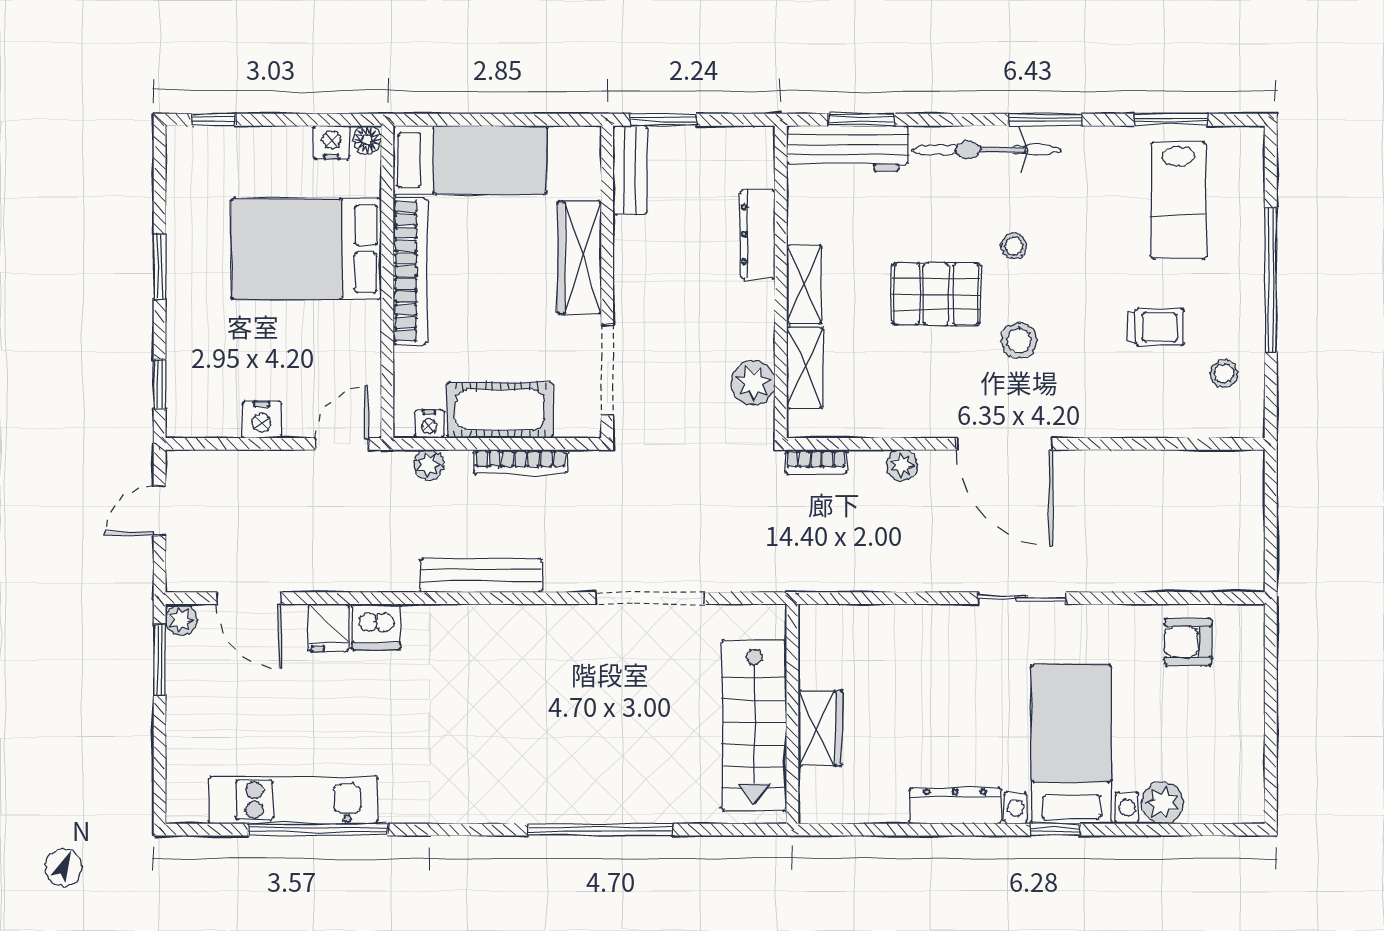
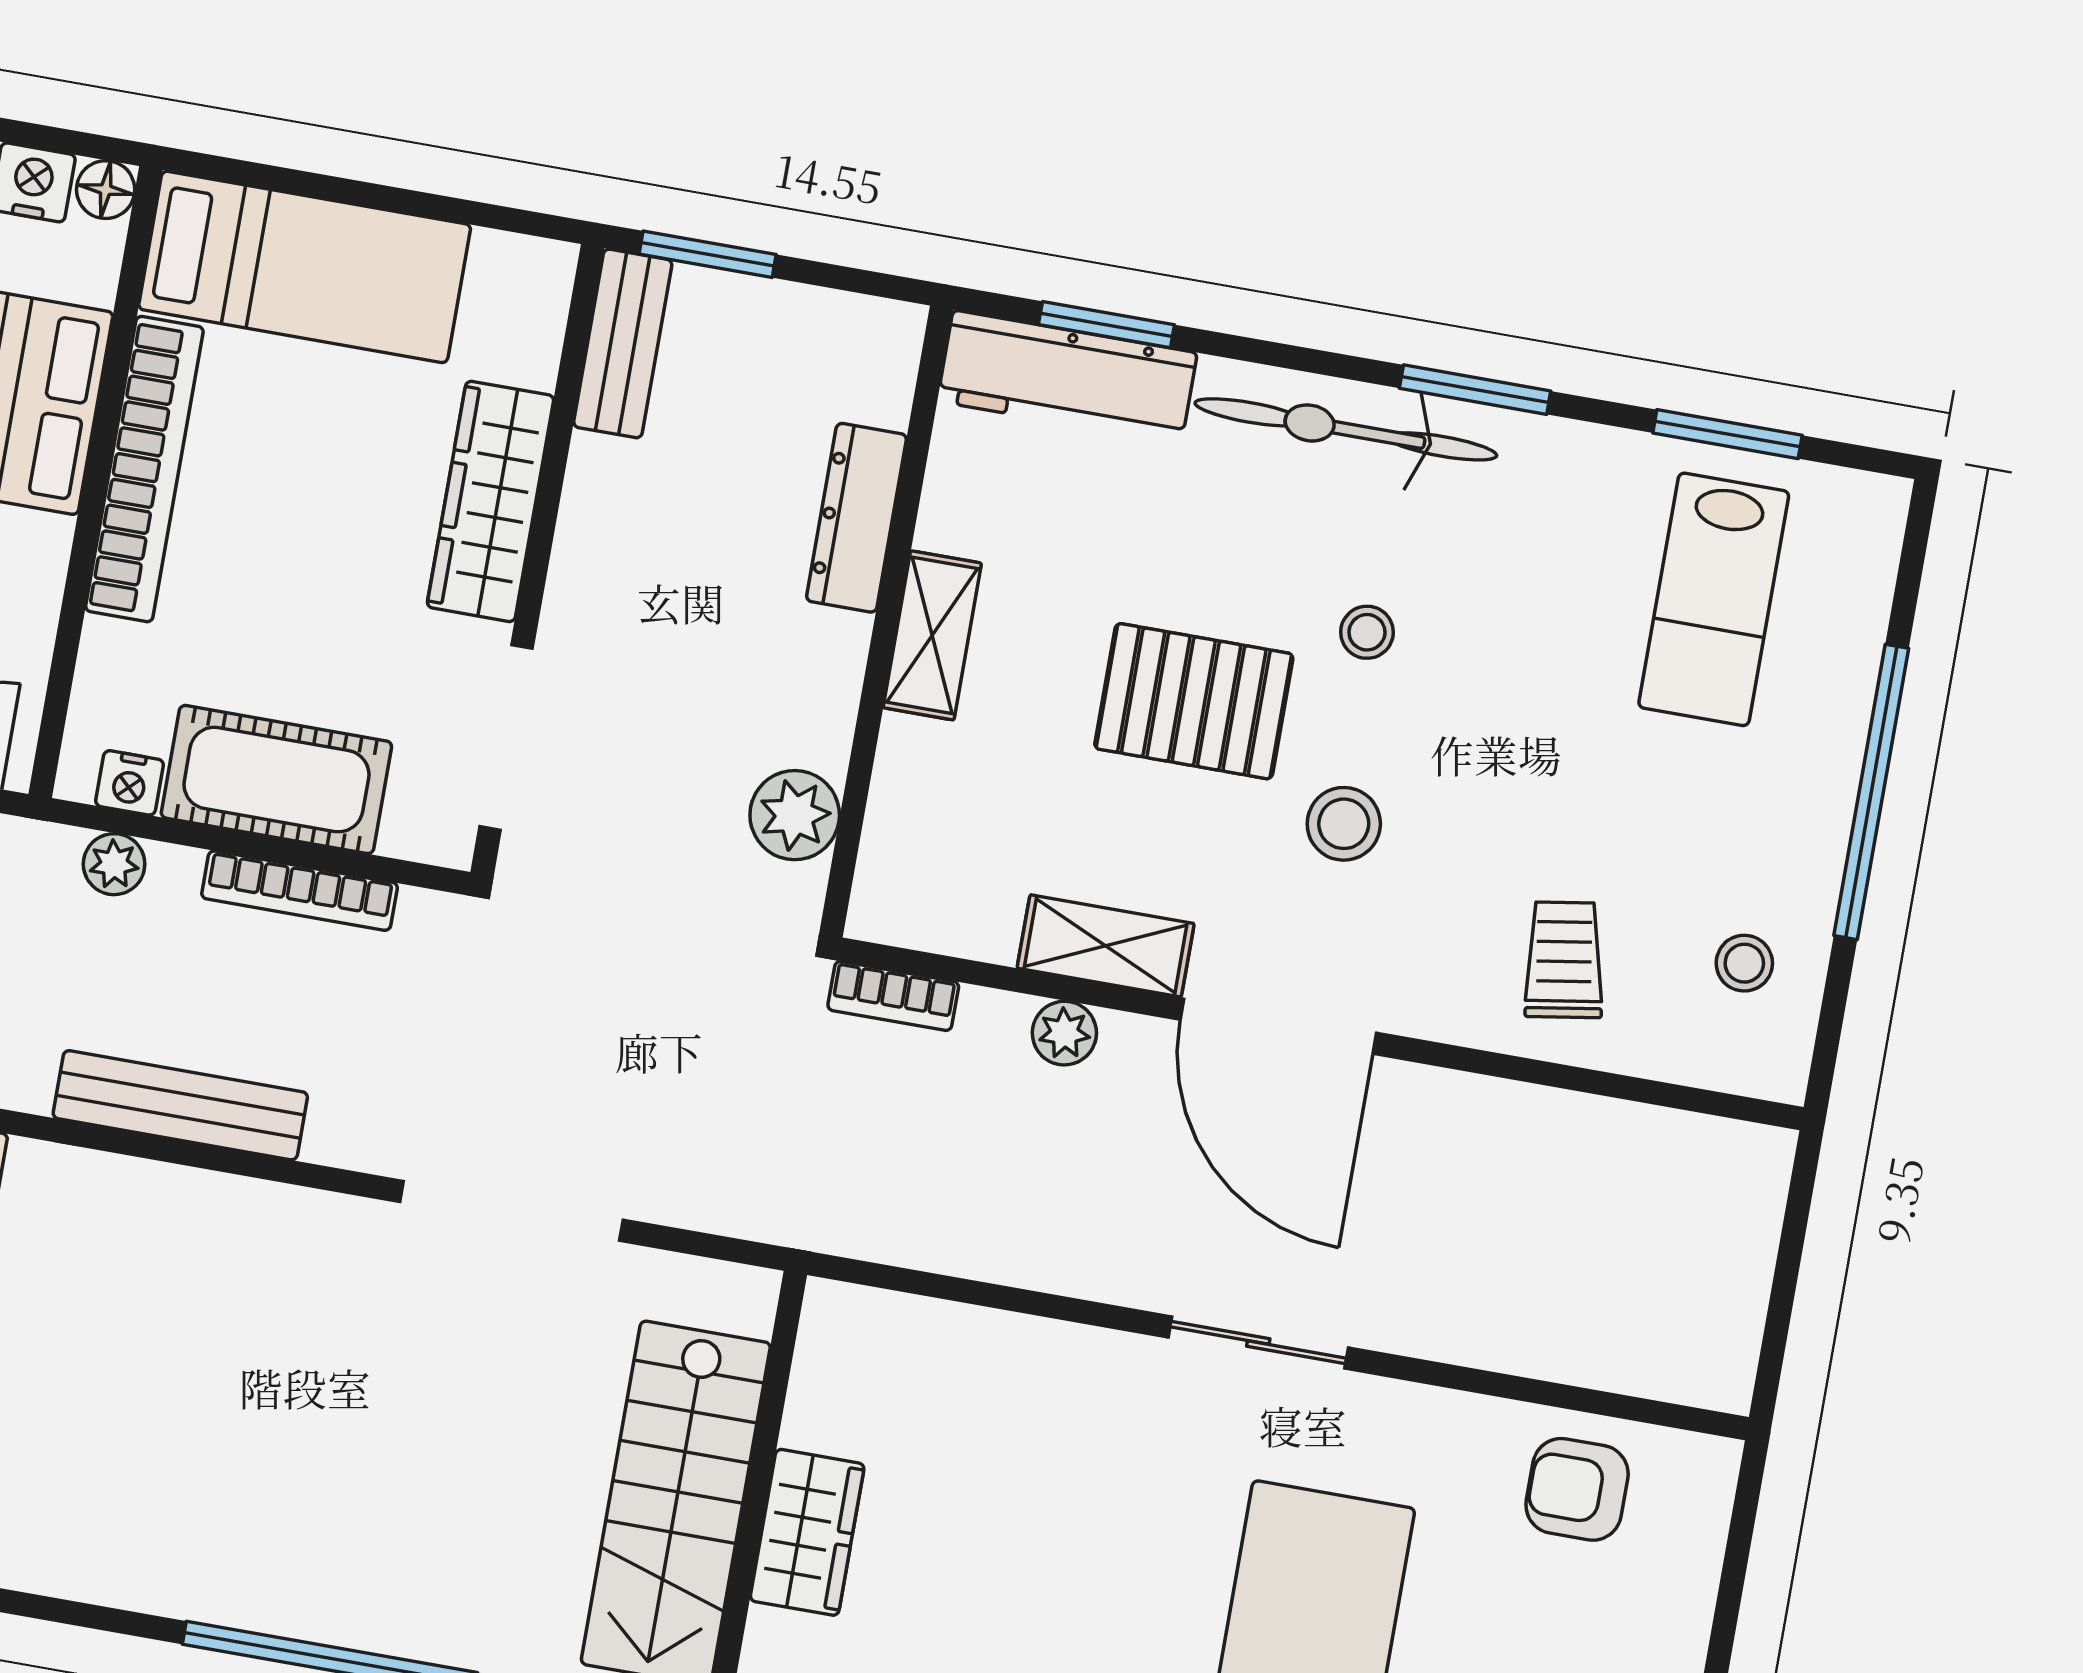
trolley: (1156, 327) -> (1564, 960), moved, turned -99
shelving: (805, 368) -> (1106, 946), moved, turned 90

